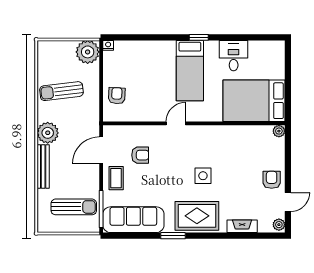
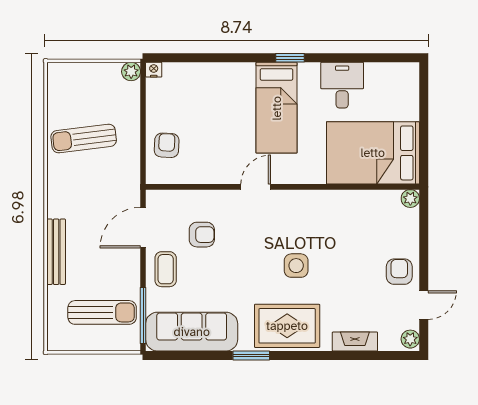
plant: (88, 52) -> (131, 72), width x0.53, depth x0.53
plant: (48, 133) -> (63, 201), removed

